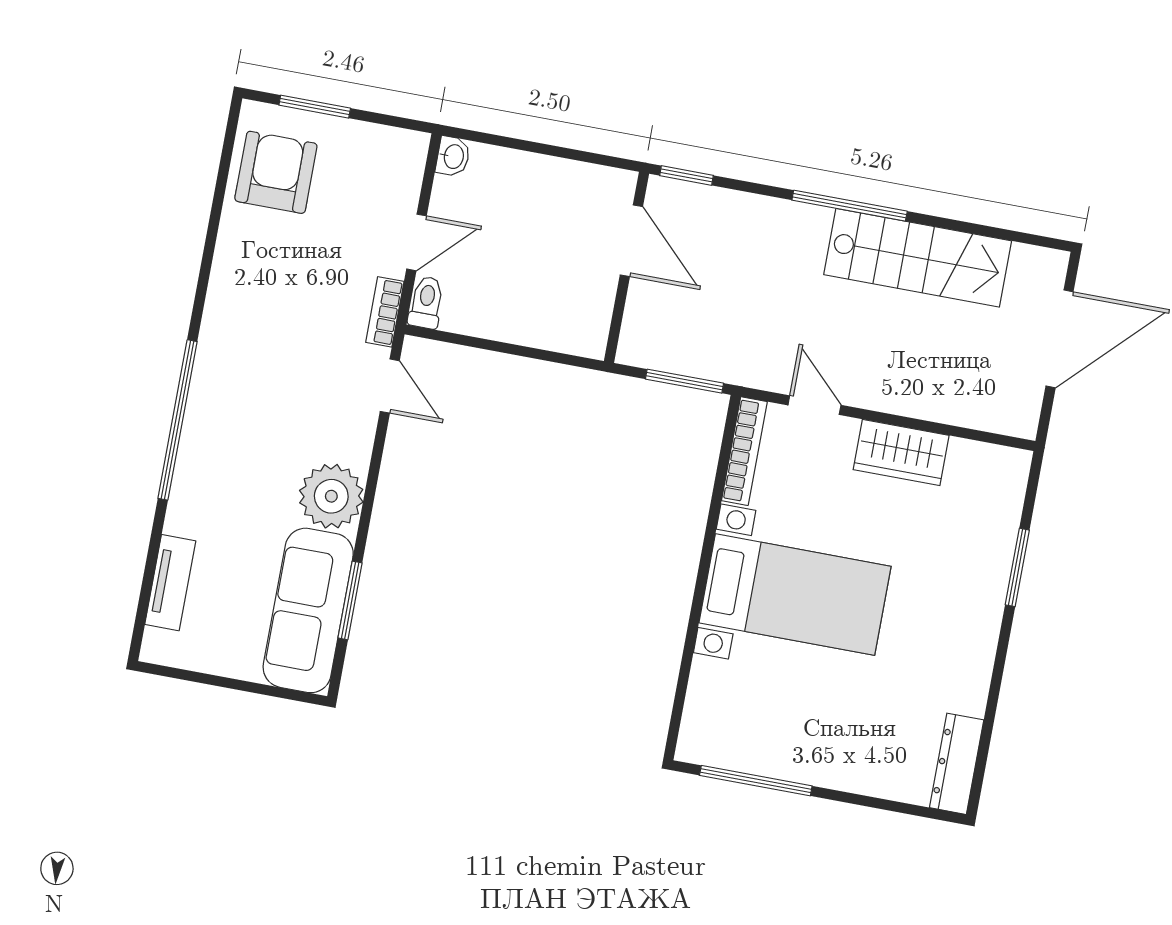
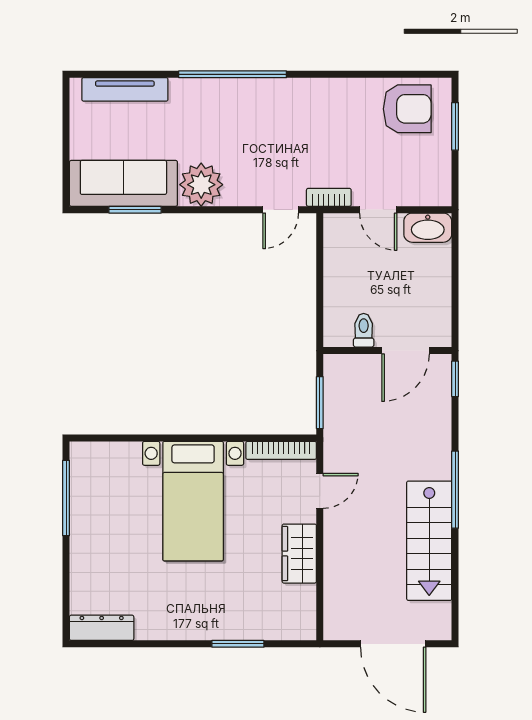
washbasin: (453, 156) -> (428, 228), width x1.91, depth x1.45
toilet: (426, 302) -> (364, 330), moved, turned -90
tv unit: (170, 583) -> (125, 89), width x1.41

